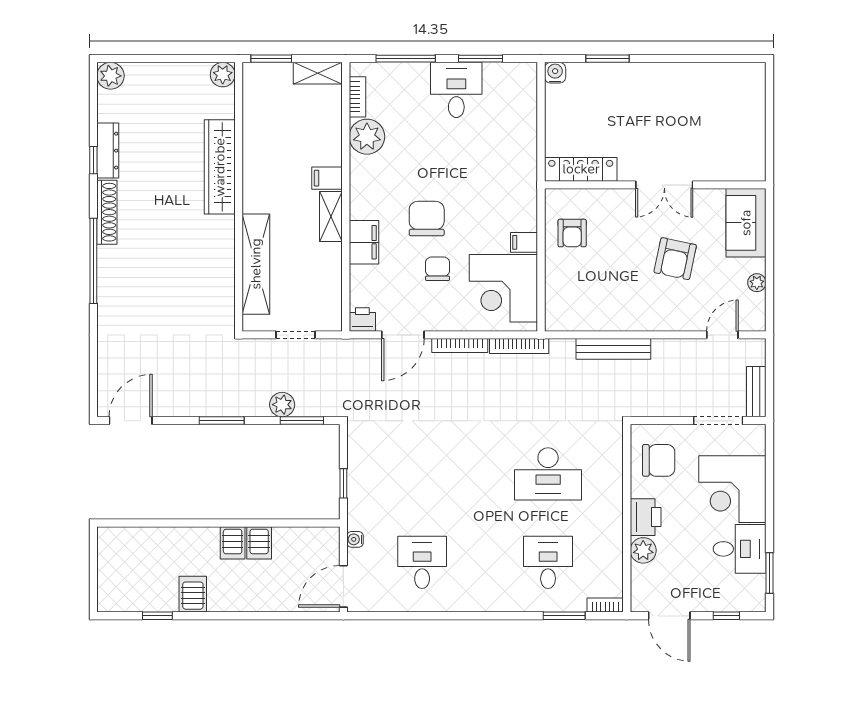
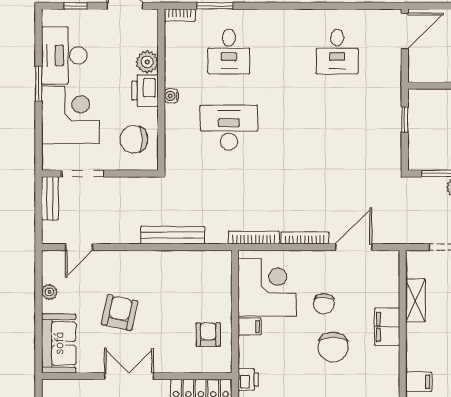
shelving: (331, 217) -> (415, 300), moved
printer: (362, 319) -> (248, 380), moved, turned -90
water cooler: (355, 539) -> (171, 96), moved, turned 180
desk: (740, 549) -> (64, 55), width x1.37
window: (770, 573) -> (39, 84), moved

